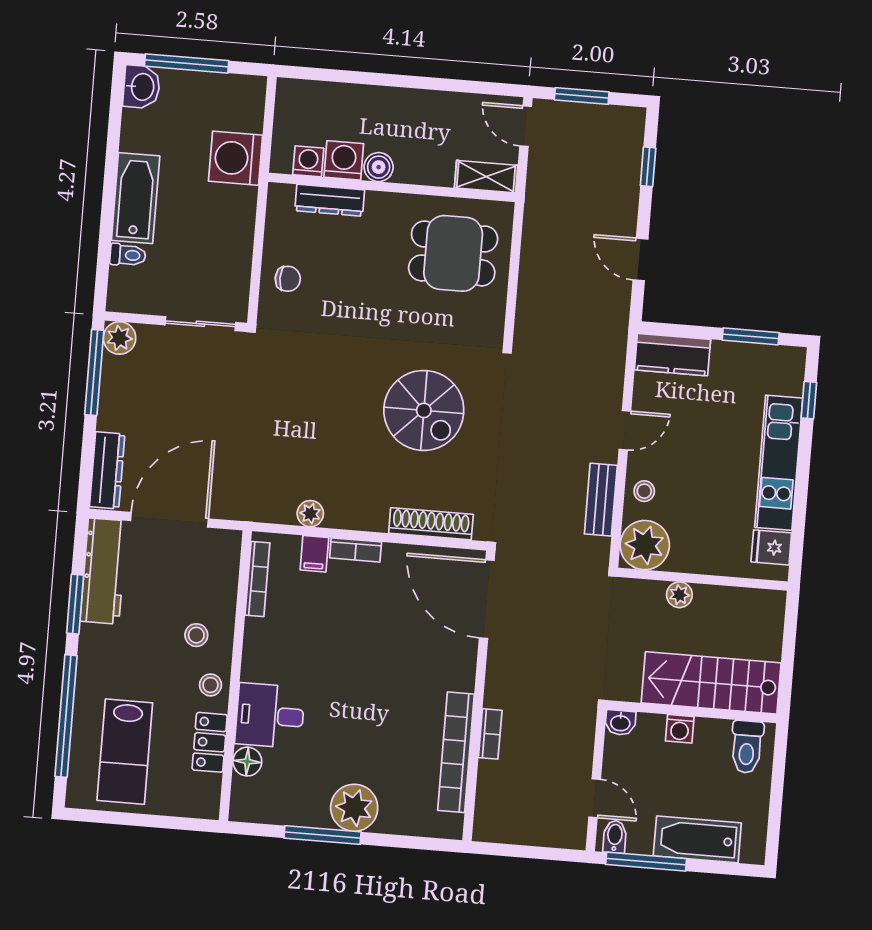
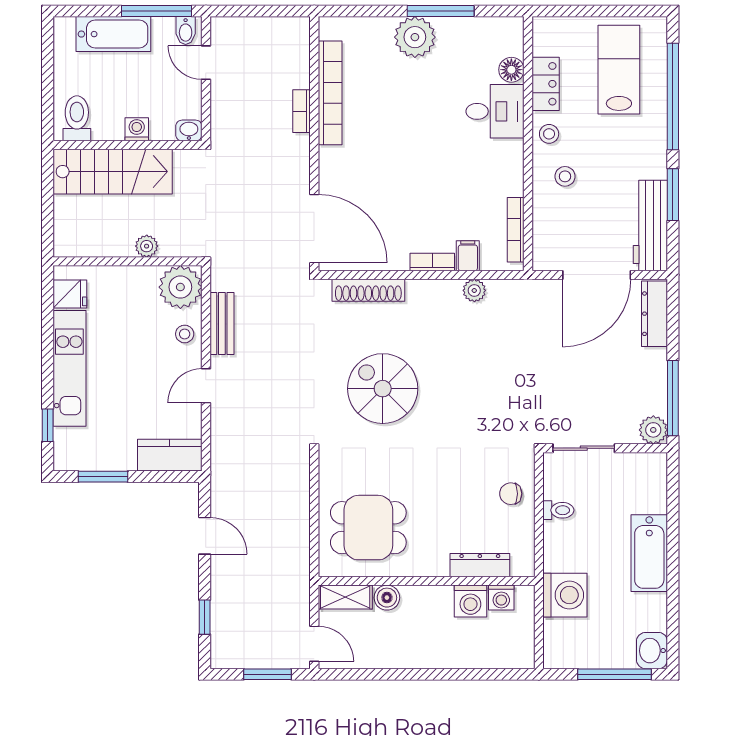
boiler: (379, 167) -> (387, 598), moved
toilet: (128, 255) -> (558, 510), moved, turned 180

